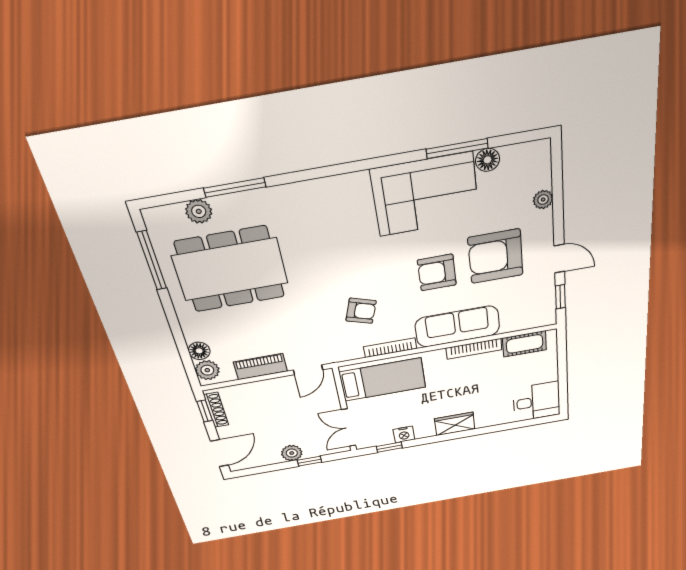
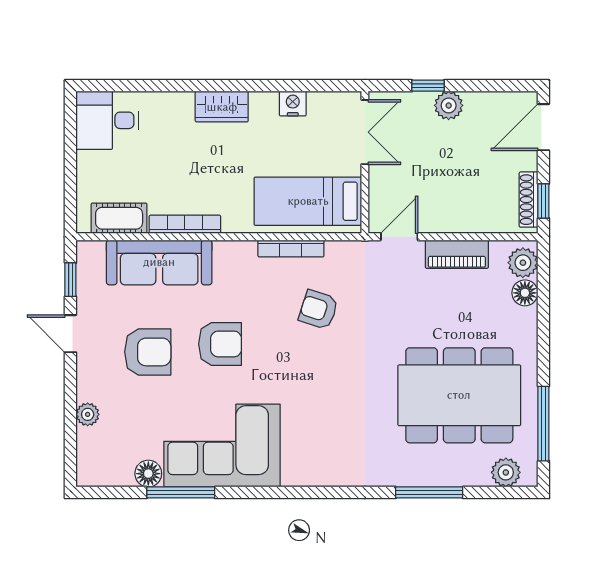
plant: (199, 211) -> (506, 472), moved
armchair: (496, 256) -> (148, 352), width x0.73, depth x0.73
sofa: (457, 327) -> (159, 262), moved
window: (389, 447) -> (316, 86), removed

